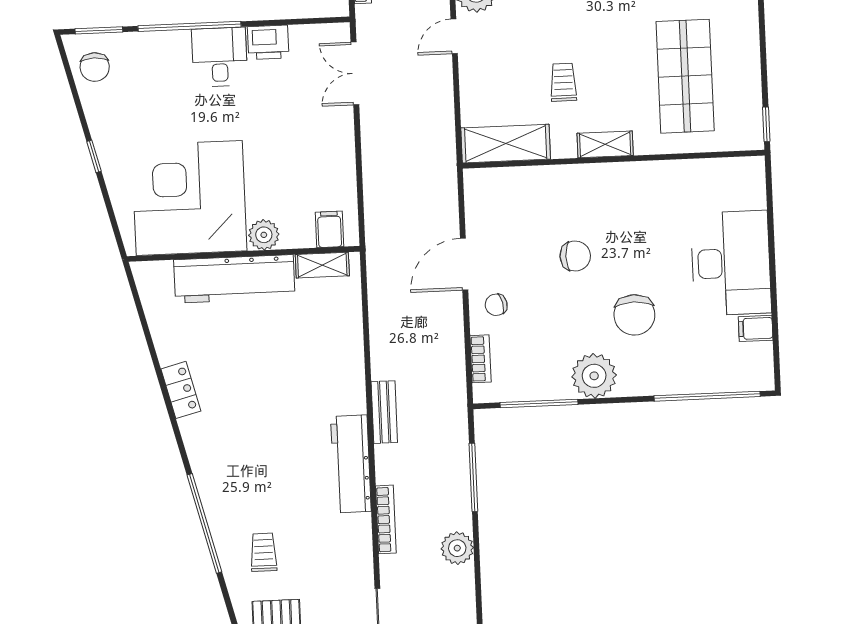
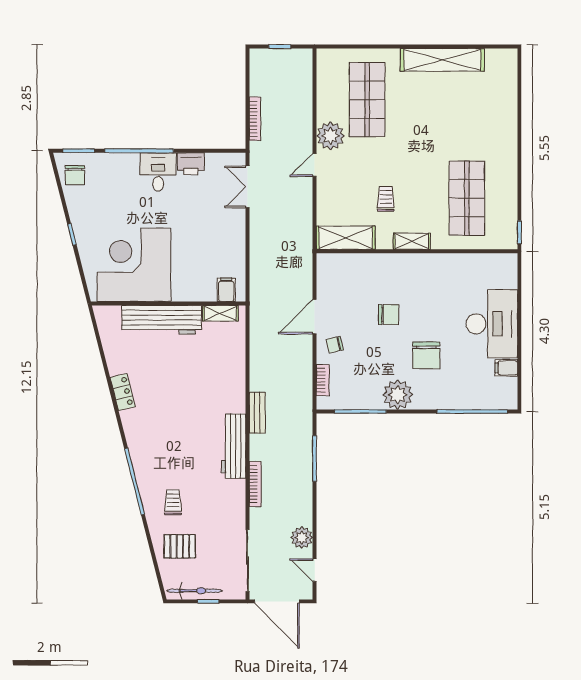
plant: (264, 235) -> (182, 291), removed
plant: (457, 548) -> (302, 538), moved

